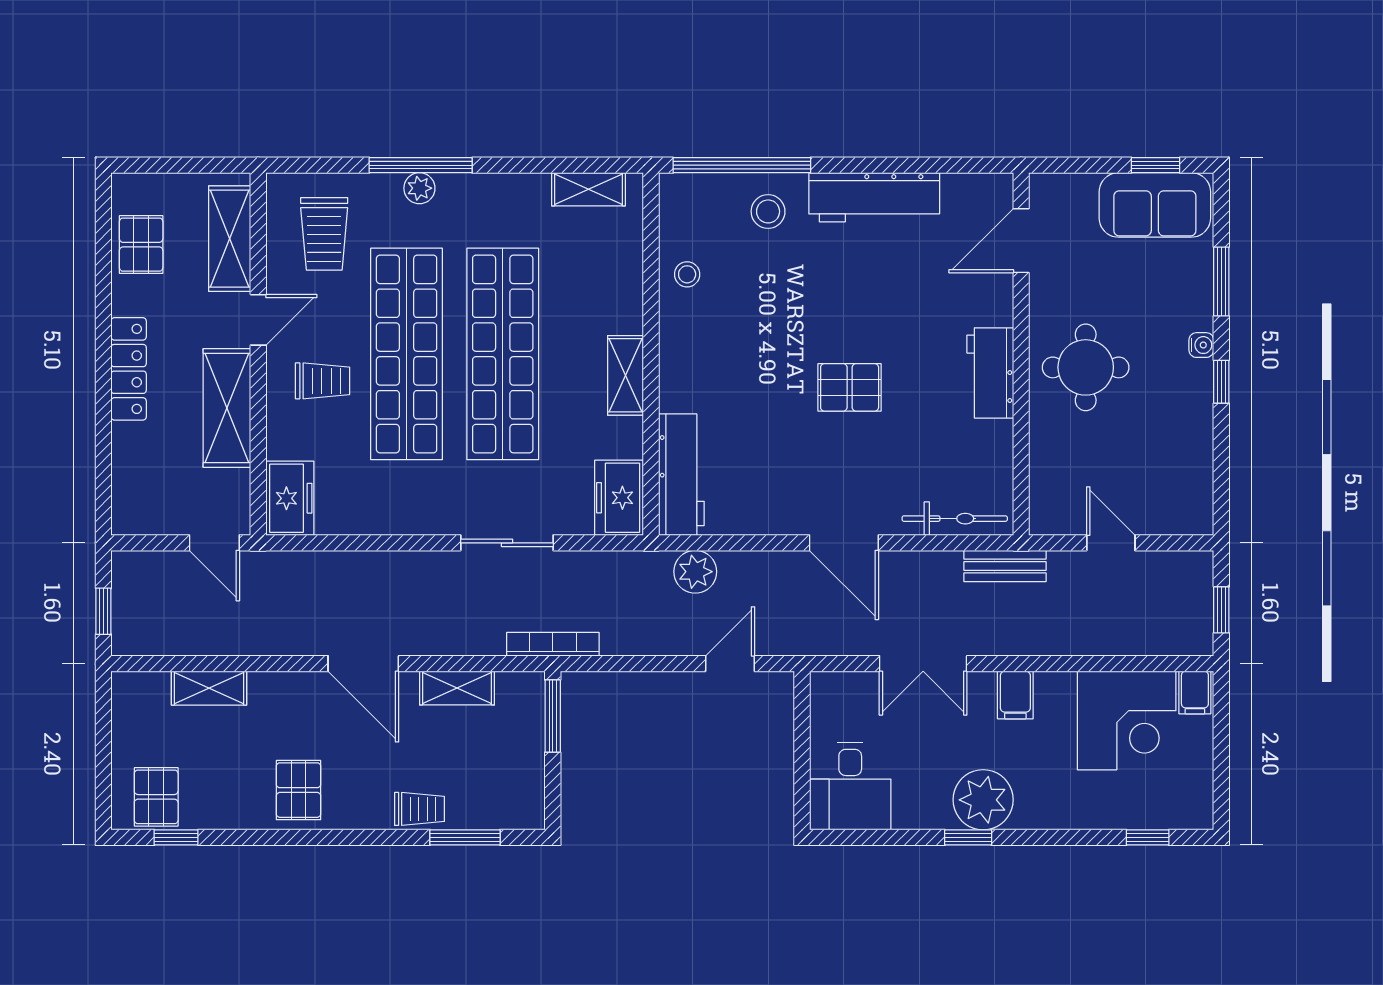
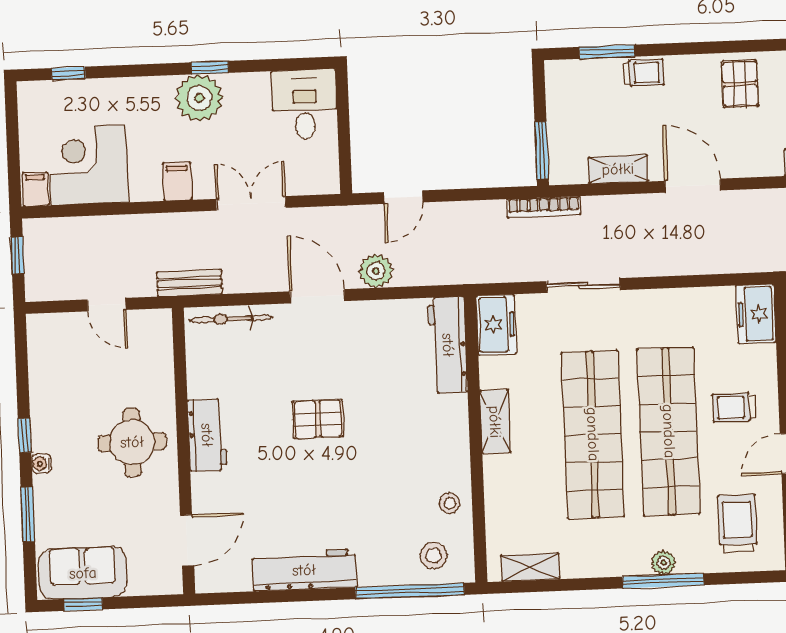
stool: (768, 211) -> (434, 556), moved
plant: (695, 572) -> (376, 271), moved
trolley: (420, 809) -> (644, 73), turned 180

